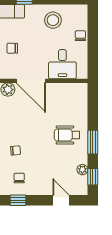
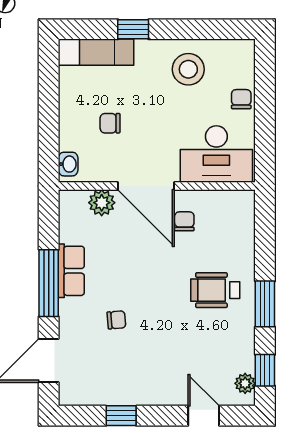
desk: (62, 64) -> (216, 154), width x1.37
plant: (82, 170) -> (245, 383), moved
chair: (19, 178) -> (184, 221), moved

